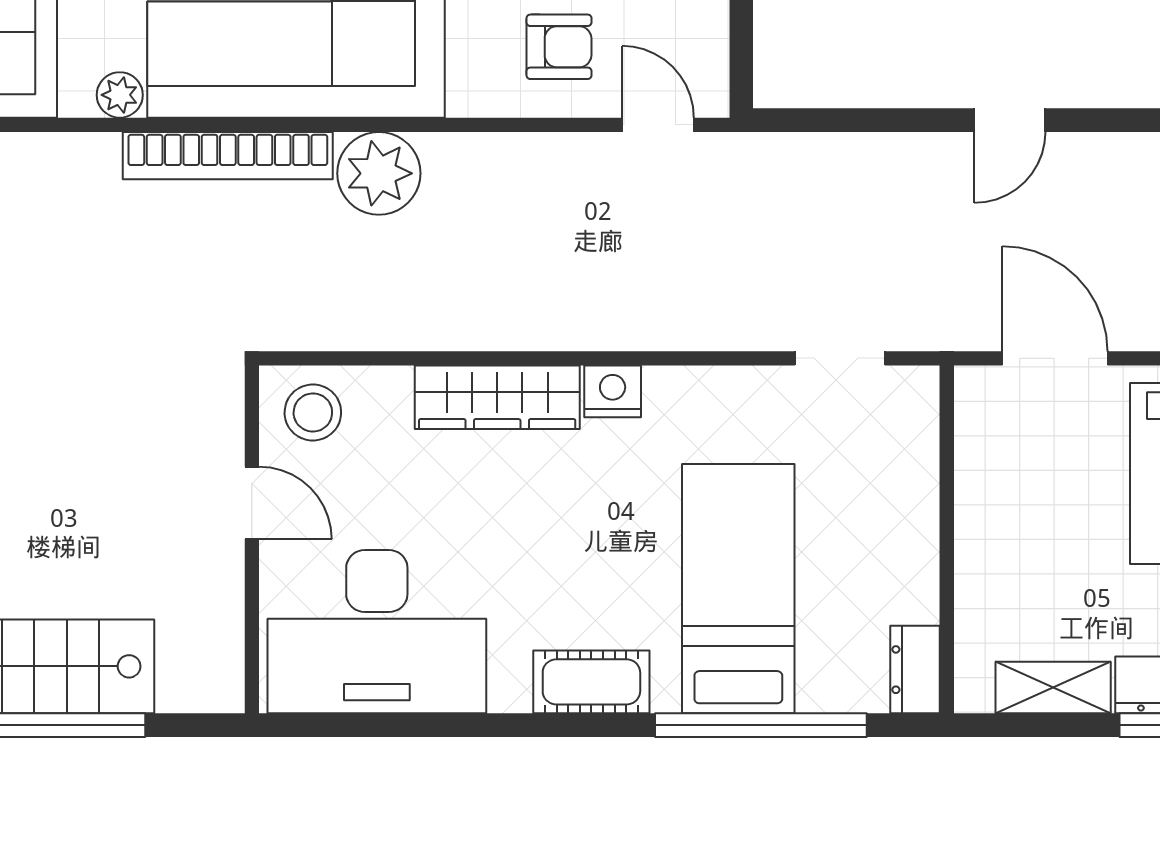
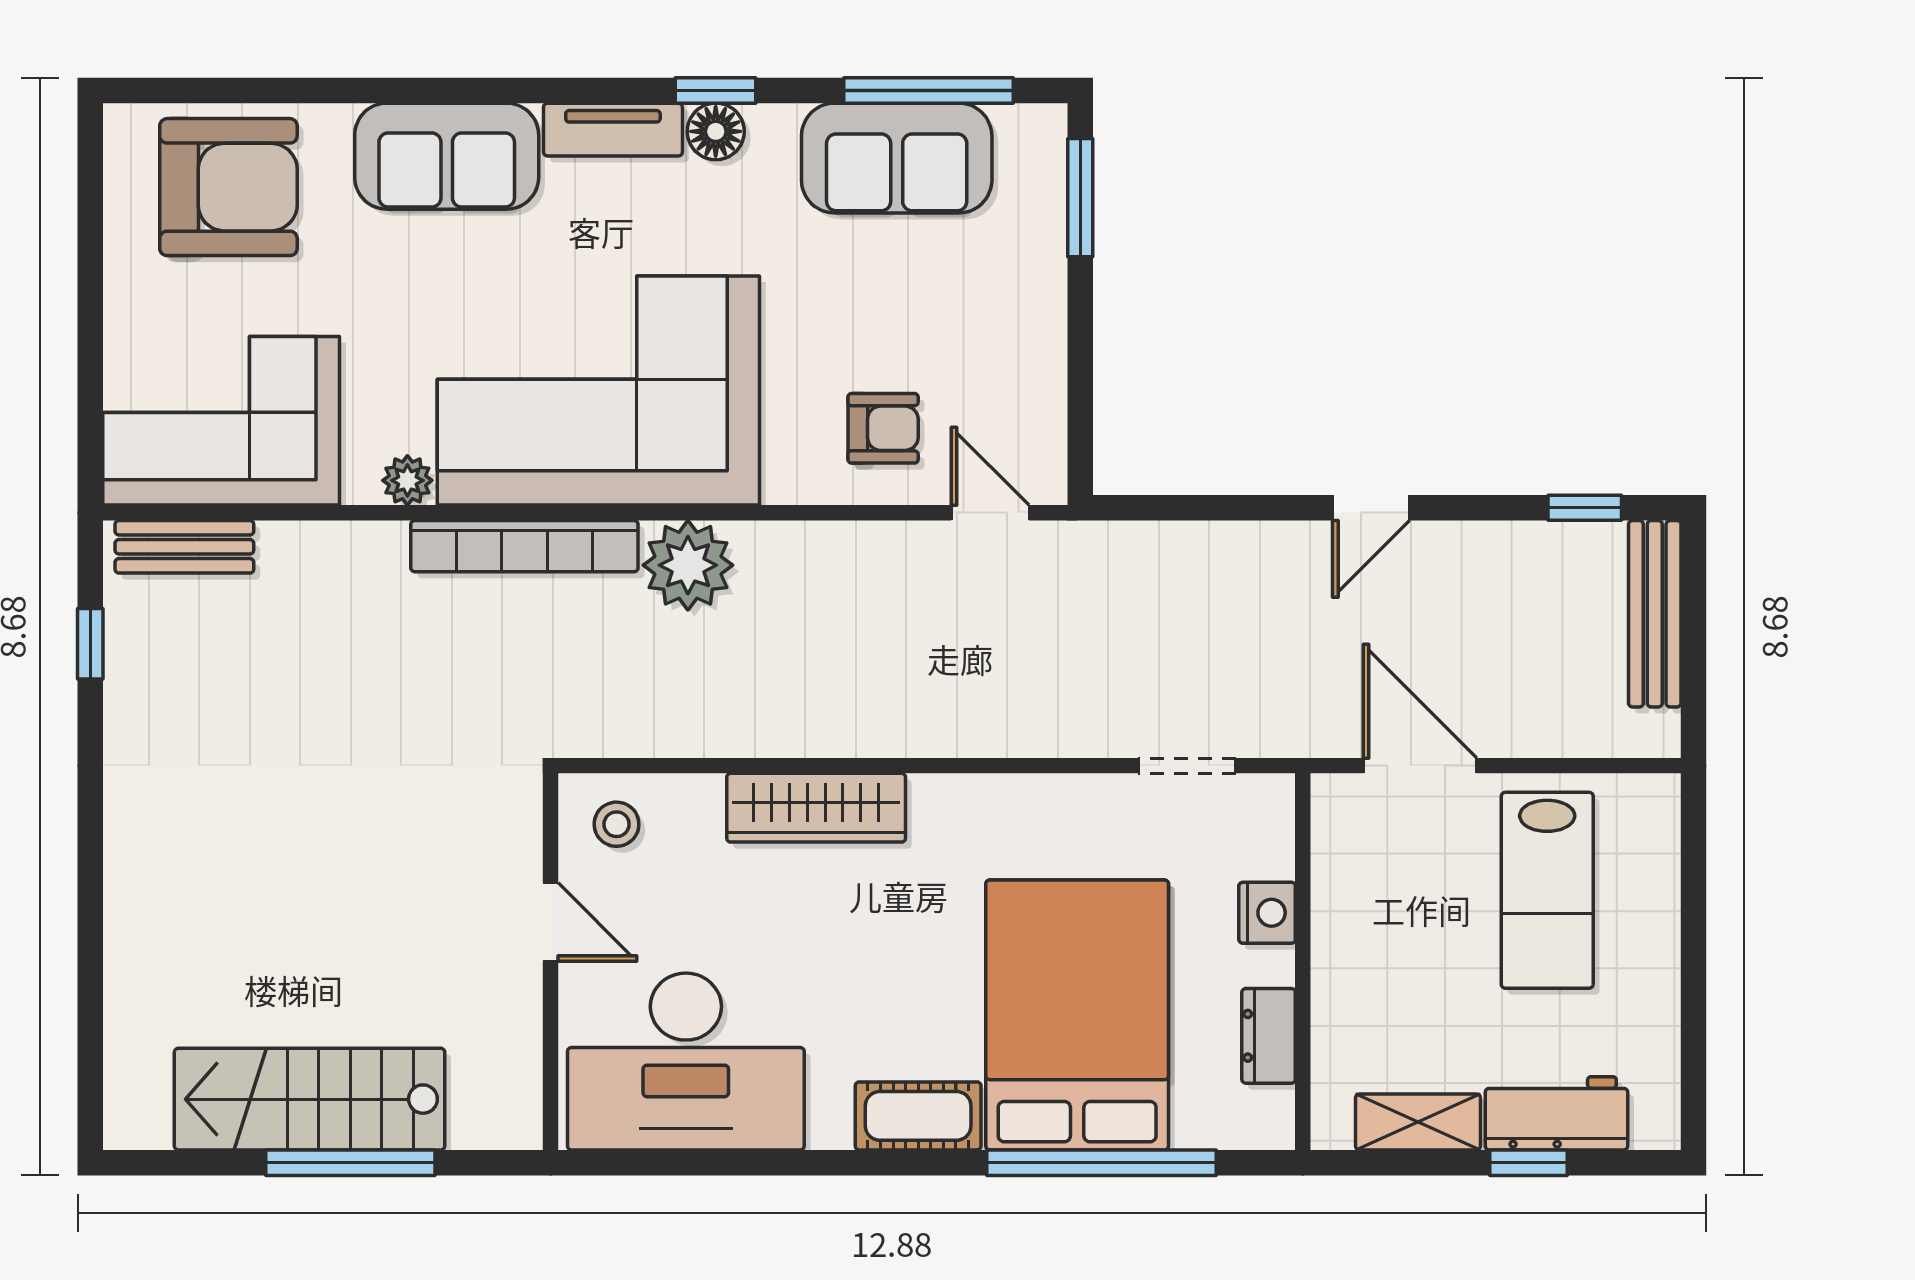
nightstand: (613, 391) -> (1267, 913), moved, turned 90
stool: (313, 412) -> (617, 824), width x0.73, depth x0.73
bed: (738, 589) -> (1077, 1015), width x1.50
dresser: (915, 670) -> (1269, 1036), moved

